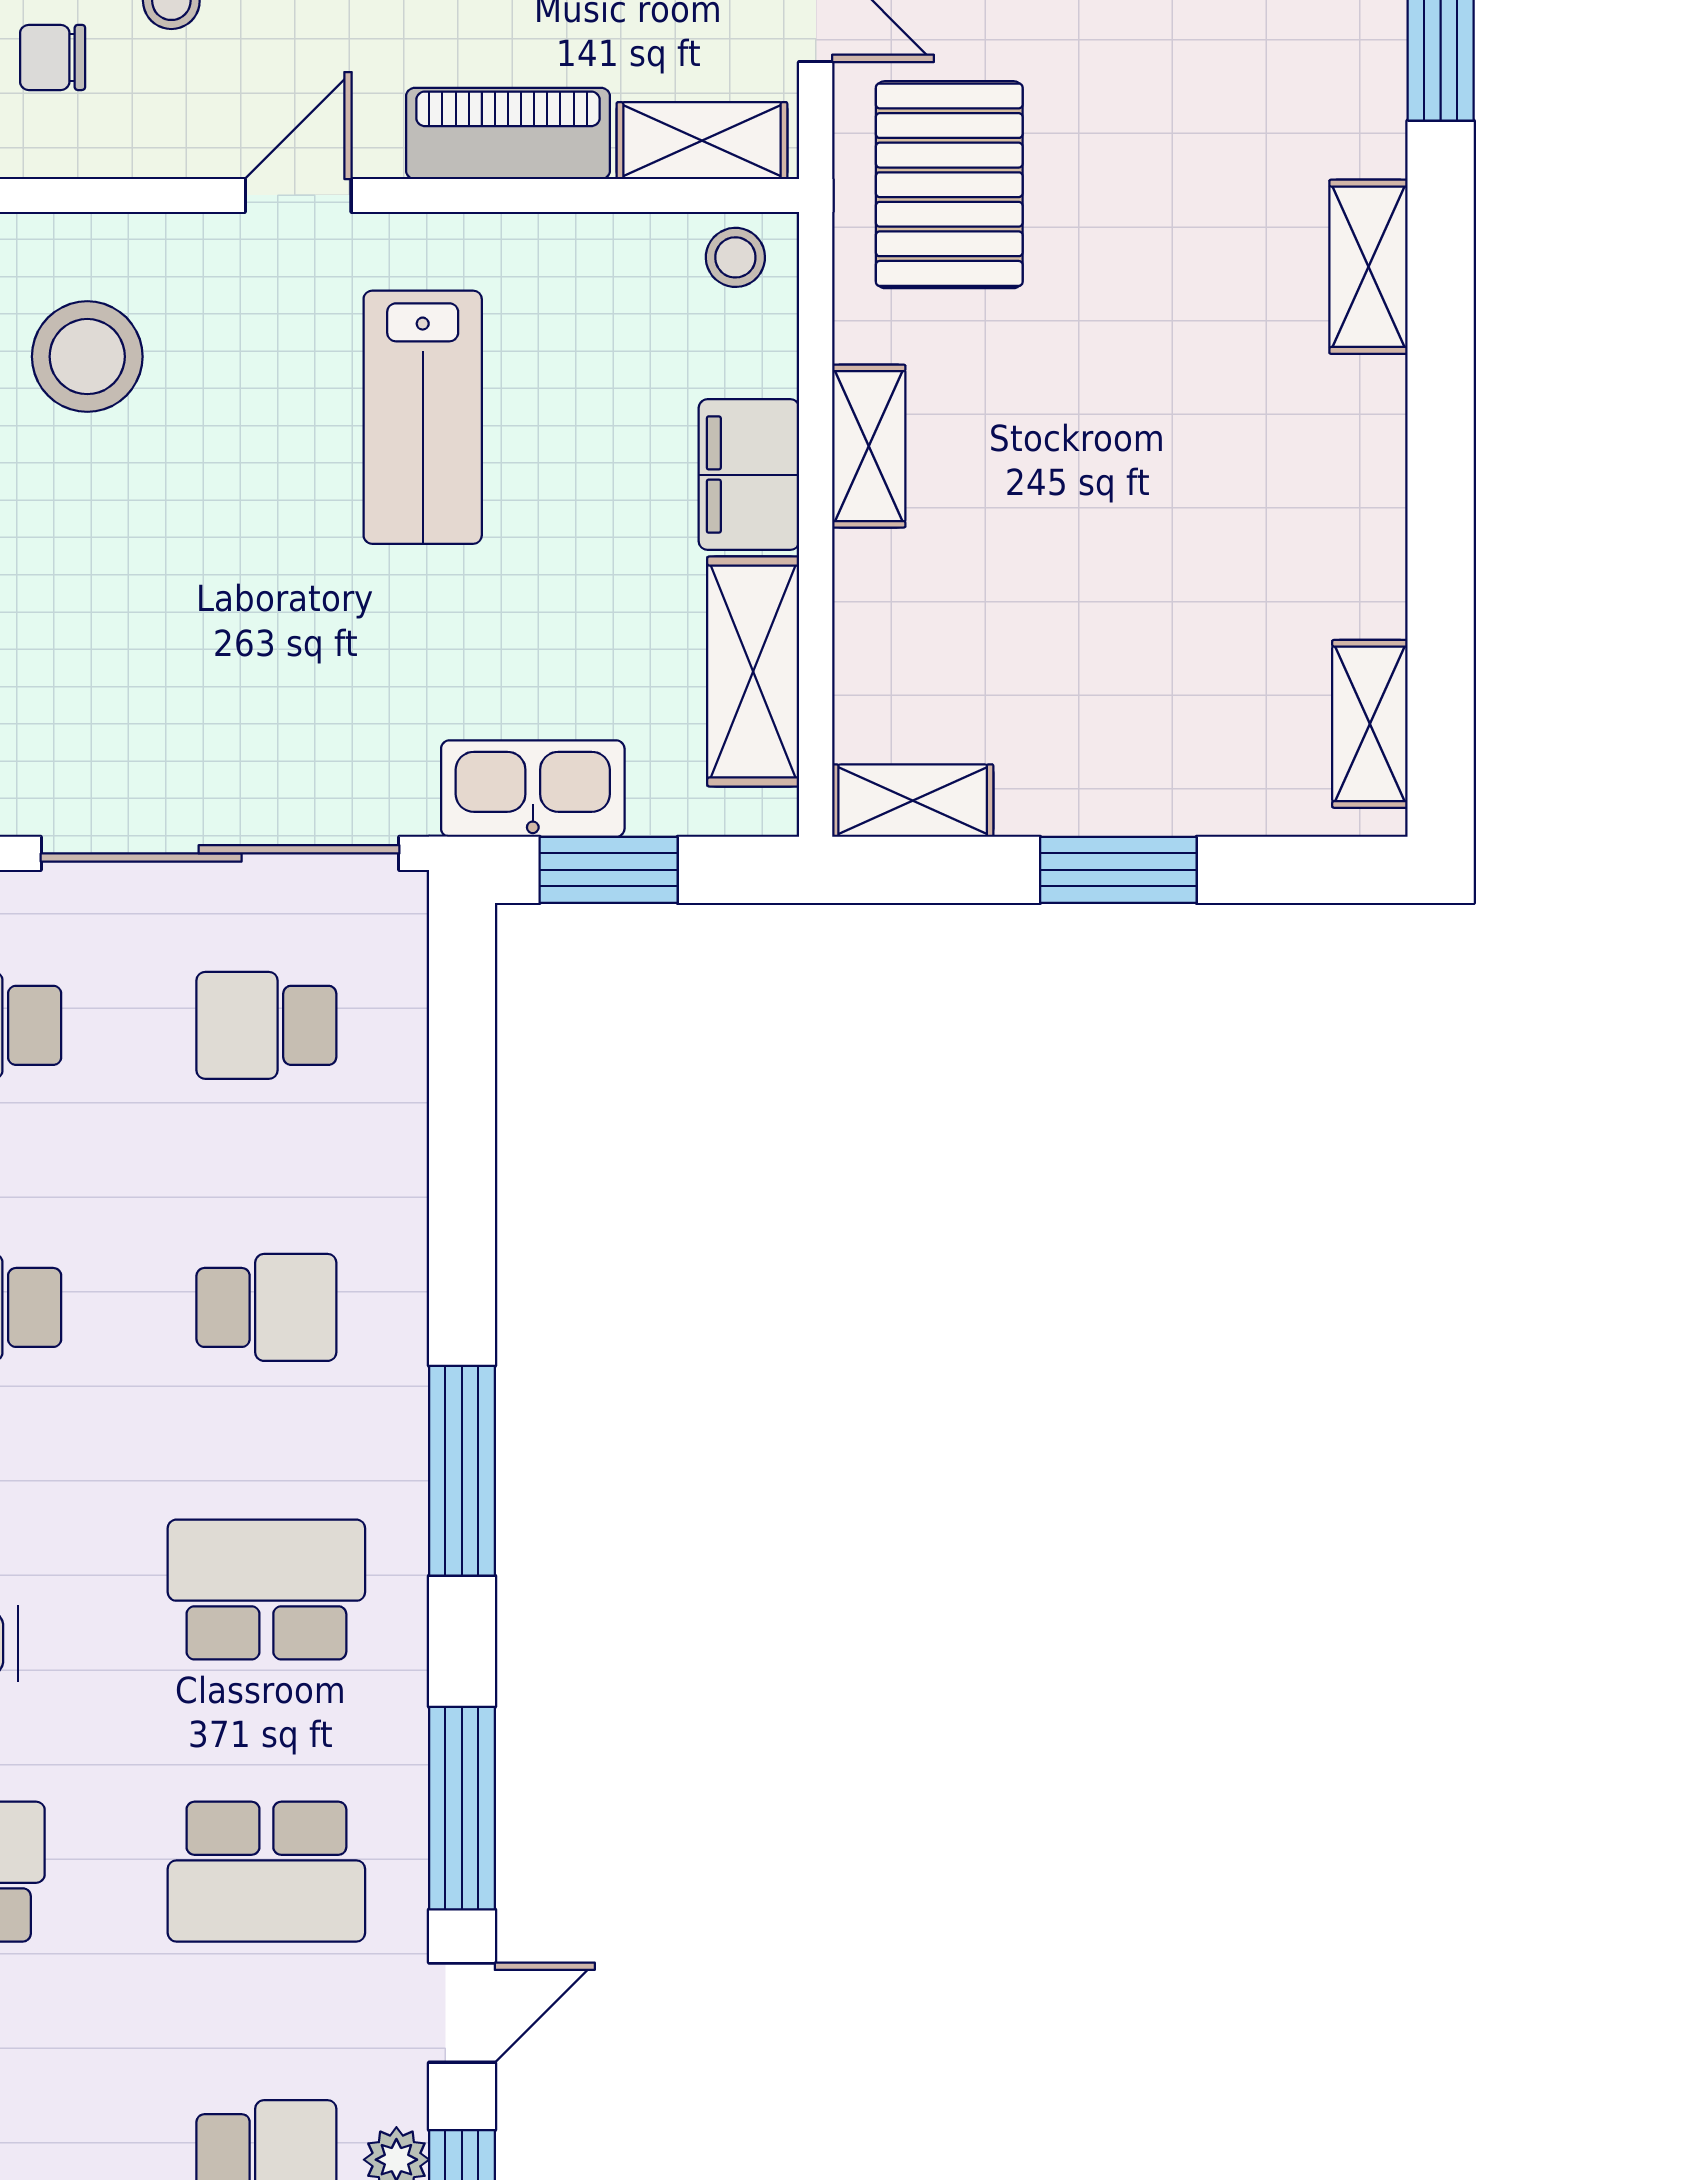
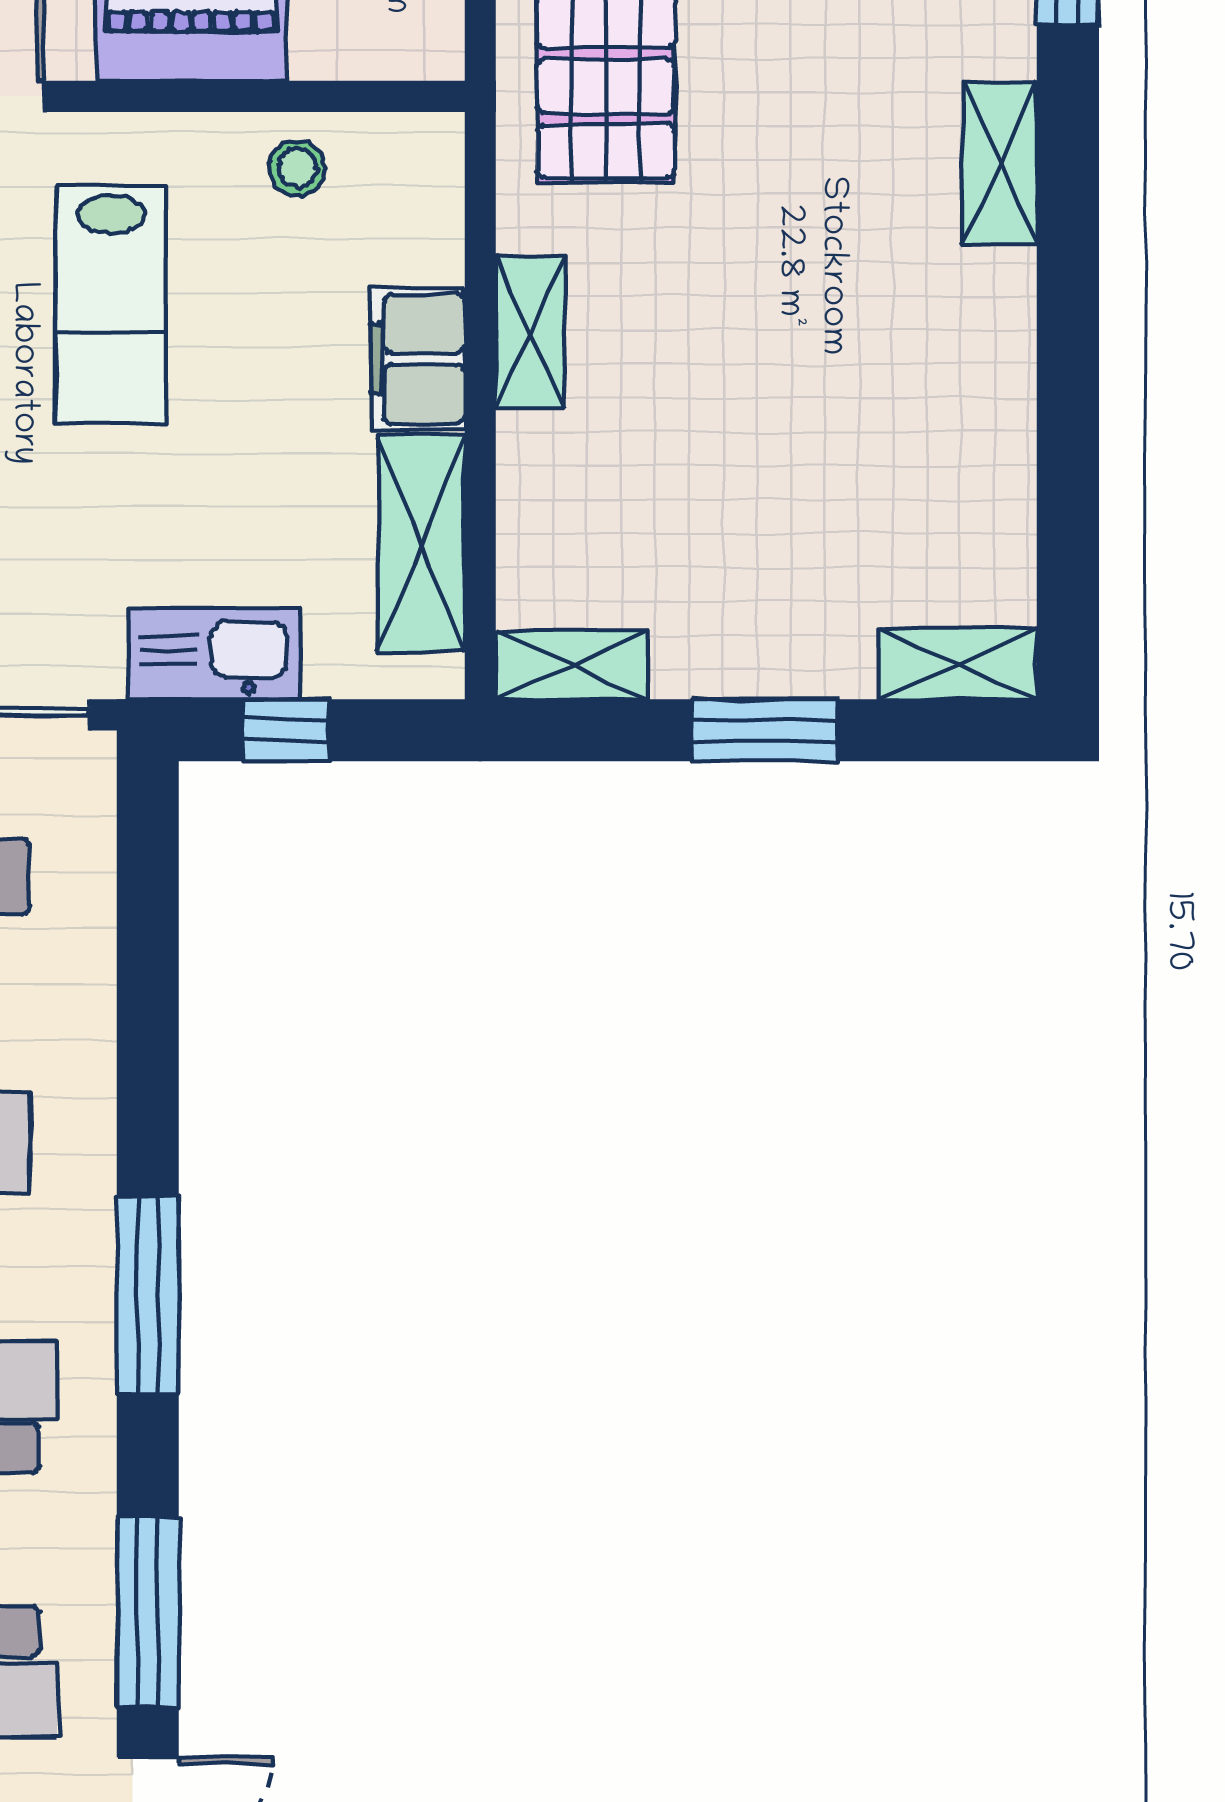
shelving: (702, 141) -> (373, 45), removed
stool: (735, 257) -> (297, 168), moved
shelving: (1370, 724) -> (958, 664), moved, turned 90
window: (609, 870) -> (286, 730), width x0.67

